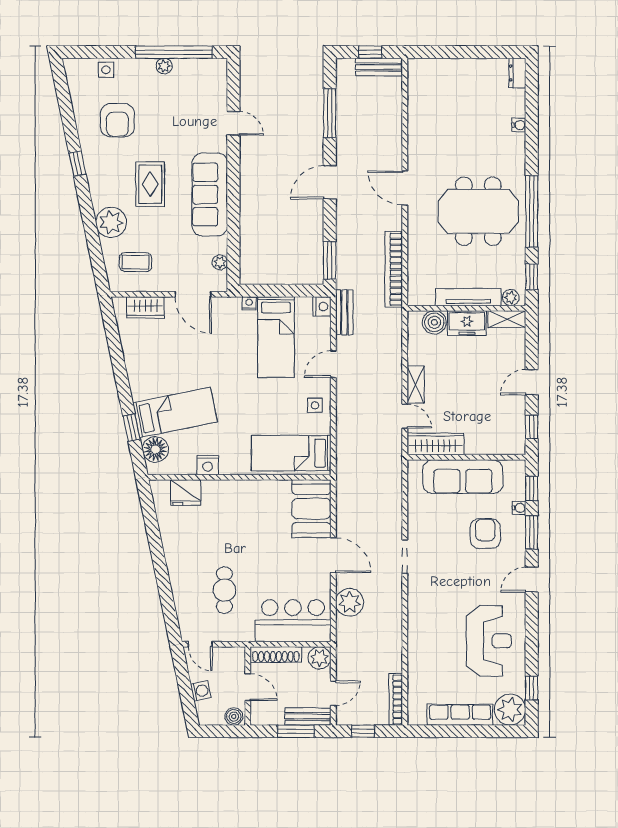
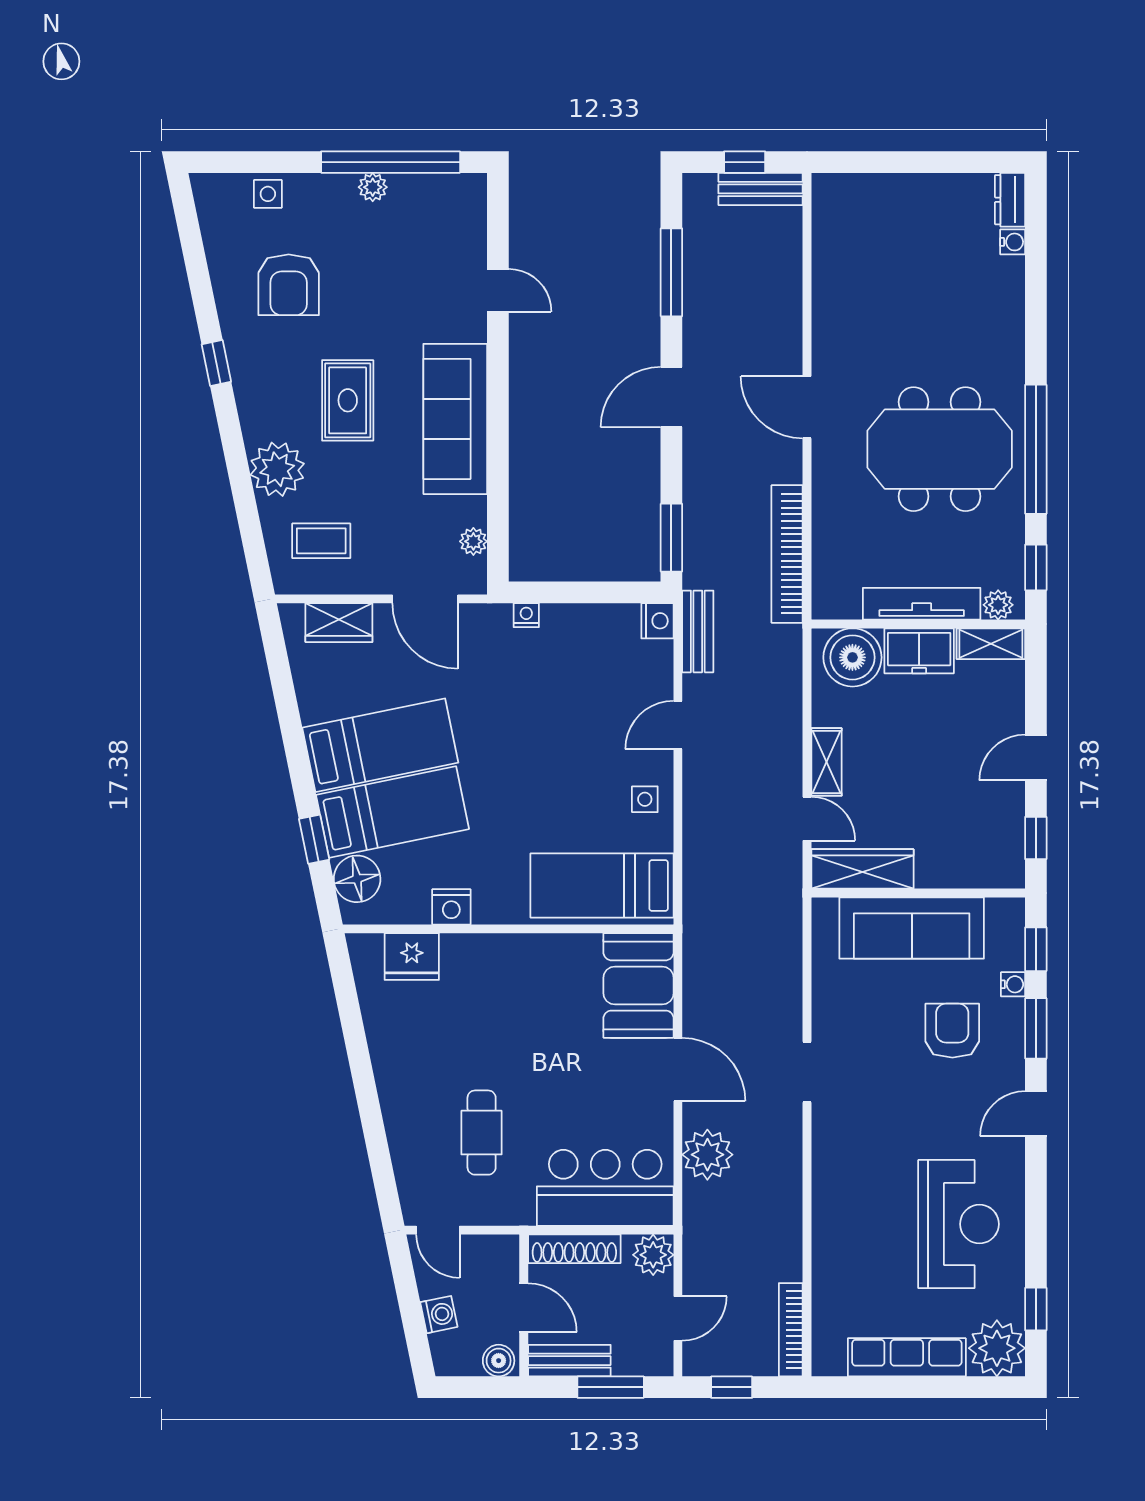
water cooler: (519, 125) -> (1013, 242), moved
boiler: (434, 322) -> (852, 657), width x1.37, depth x1.37
bed: (276, 337) -> (380, 745), moved, turned -102
bench: (308, 717) -> (569, 1361), moved

